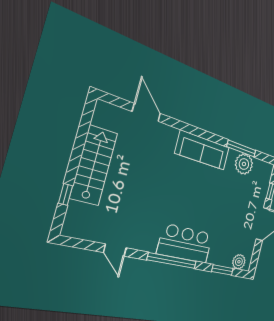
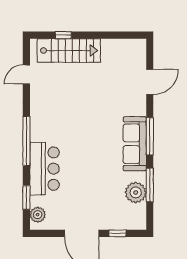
window: (200, 133) -> (150, 136), added
stairs: (94, 165) -> (69, 51), moved
bar counter: (185, 244) -> (45, 169), moved
door: (115, 250) -> (26, 74), moved

